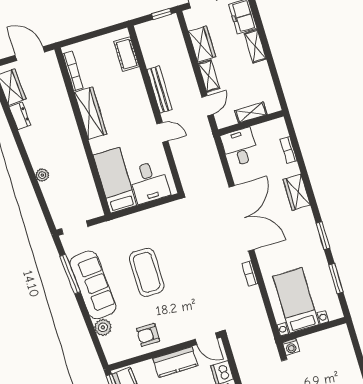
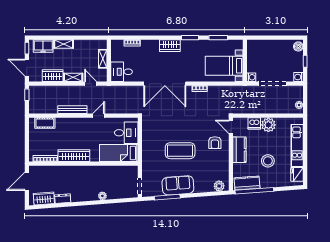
wardrobe: (297, 192) -> (170, 46), moved
double door: (241, 218) -> (165, 84), swing flipped
sofa: (93, 285) -> (178, 185), width x0.73
plant: (103, 327) -> (219, 186), moved
armchair: (148, 335) -> (215, 143), moved
door: (206, 339) -> (231, 127), swing flipped

